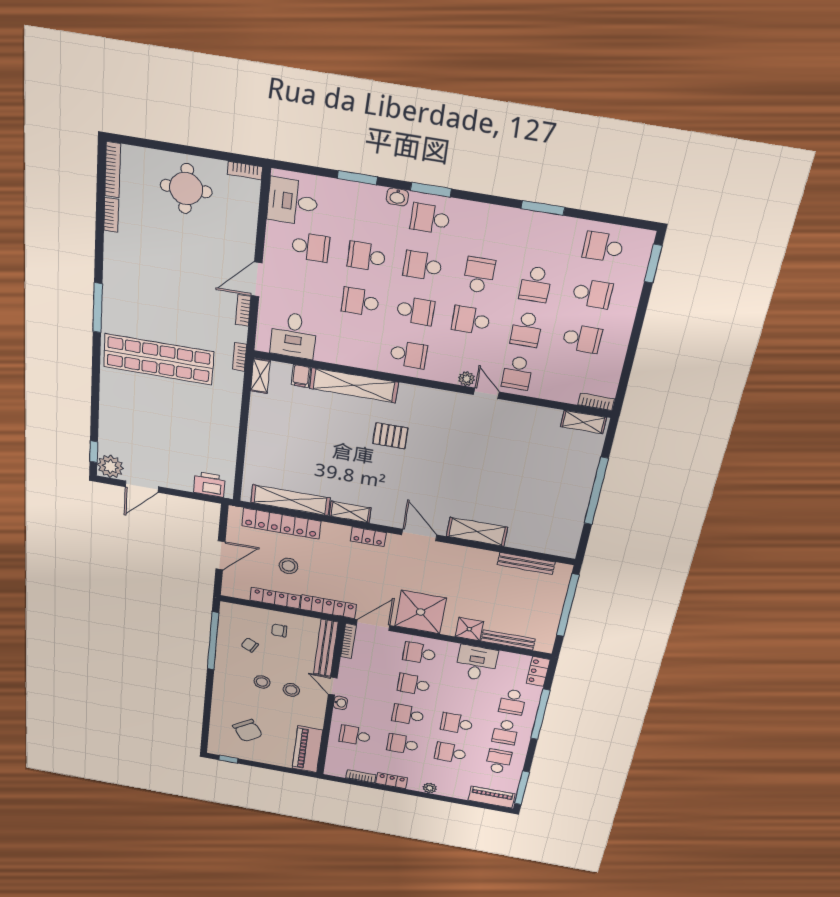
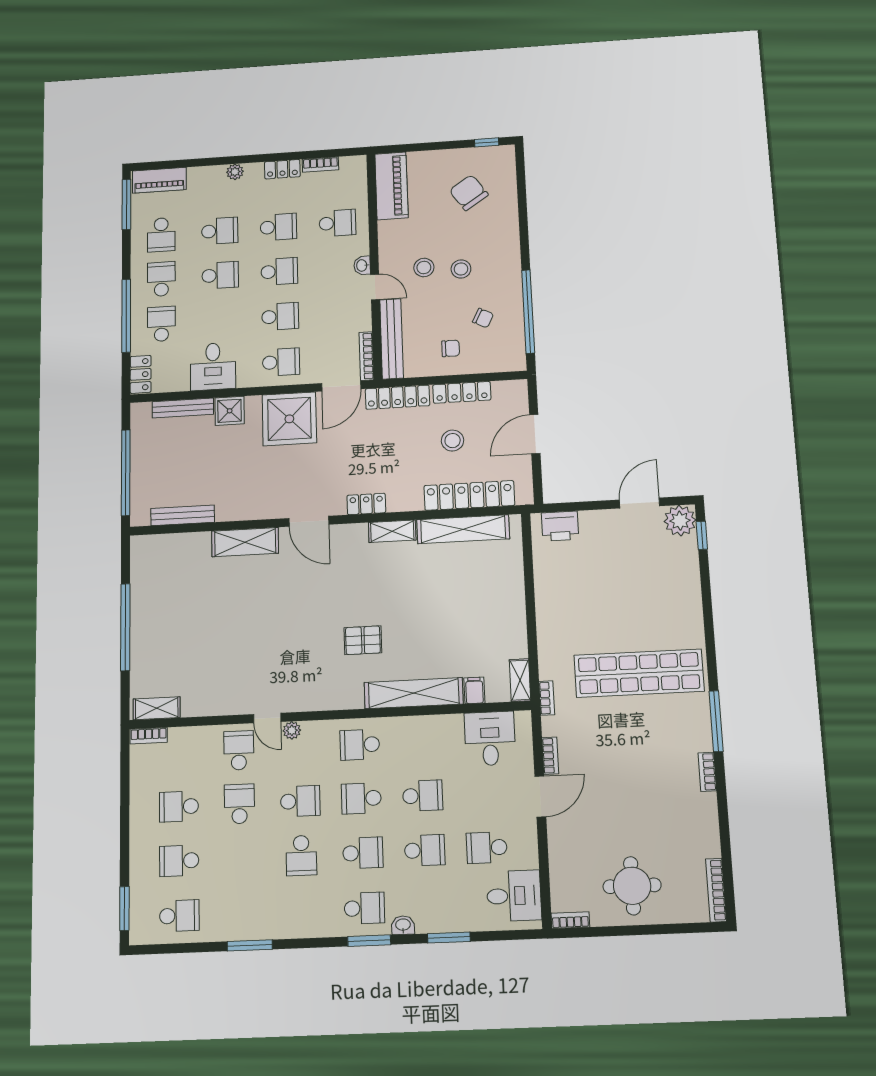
bookcase: (111, 215) -> (707, 772), moved
school desk: (536, 284) -> (240, 858), removed

